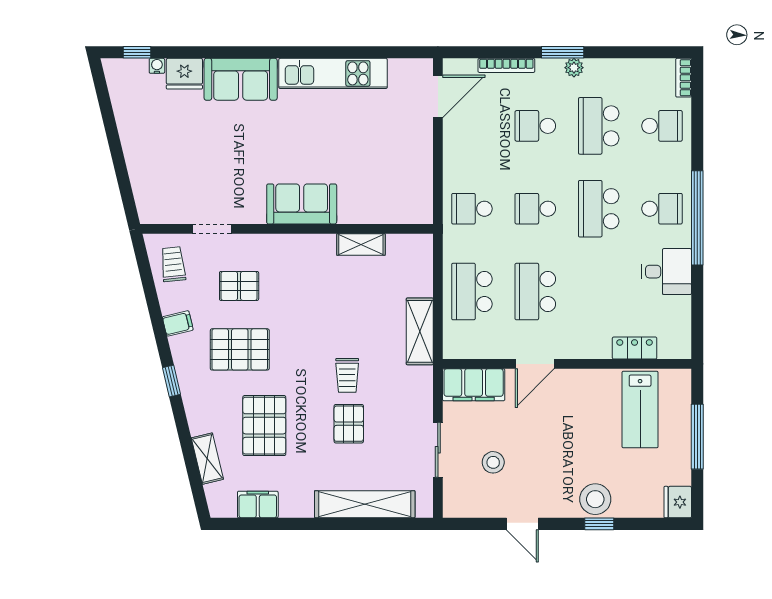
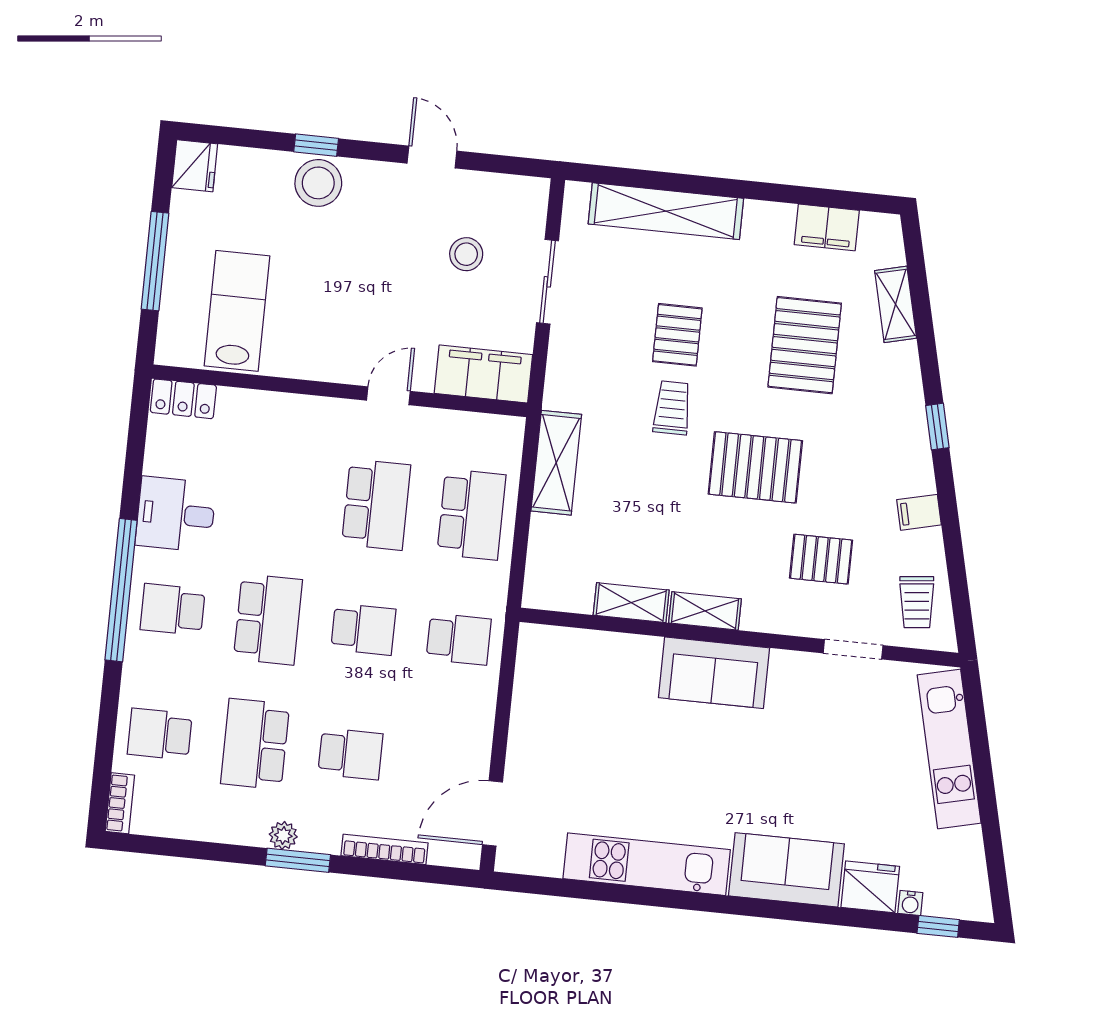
school desk: (599, 126) -> (255, 744), turned 180
kitchen unit: (142, 170) -> (949, 749), added
shelving: (312, 244) -> (705, 611), added
locker: (635, 348) -> (183, 399), moved
pallet: (240, 349) -> (755, 467), moved
door: (535, 364) -> (388, 396), width x0.73

